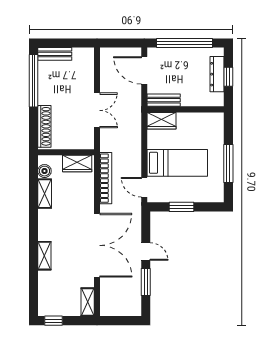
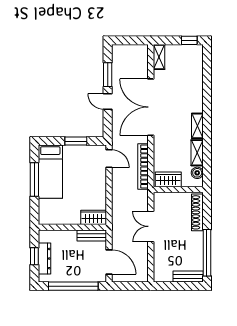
bed: (177, 163) -> (50, 172), moved, turned -90
shelving: (44, 256) -> (197, 126), moved

